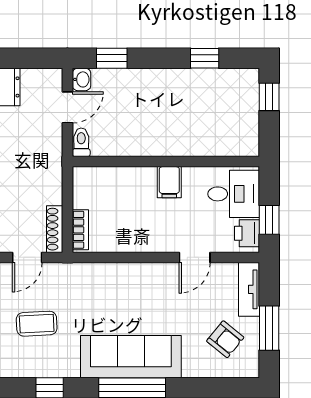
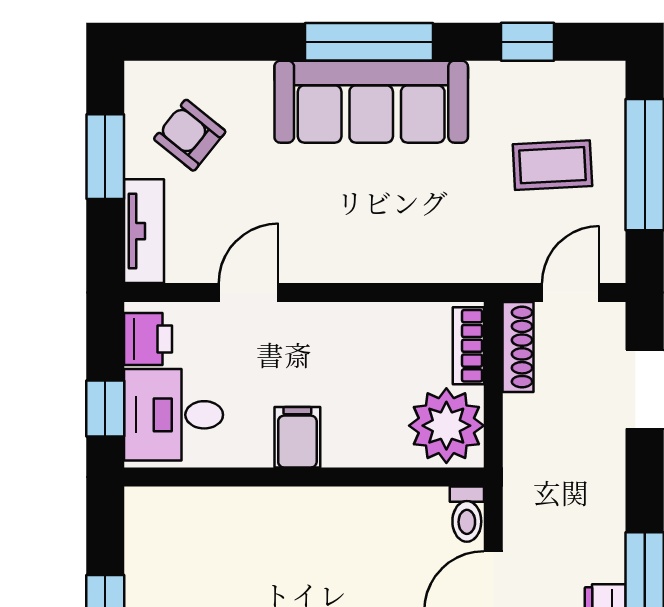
plant: (92, 188) -> (446, 426), added
window: (269, 220) -> (105, 409), moved

